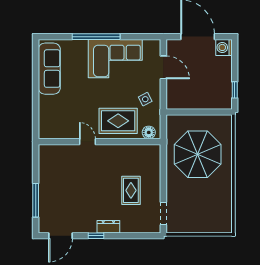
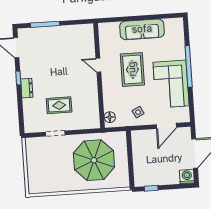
sofa: (49, 69) -> (142, 29), moved
rug: (118, 121) -> (132, 69), moved
door: (87, 142) -> (98, 65), swing flipped
doorway: (163, 213) -> (55, 133), moved

